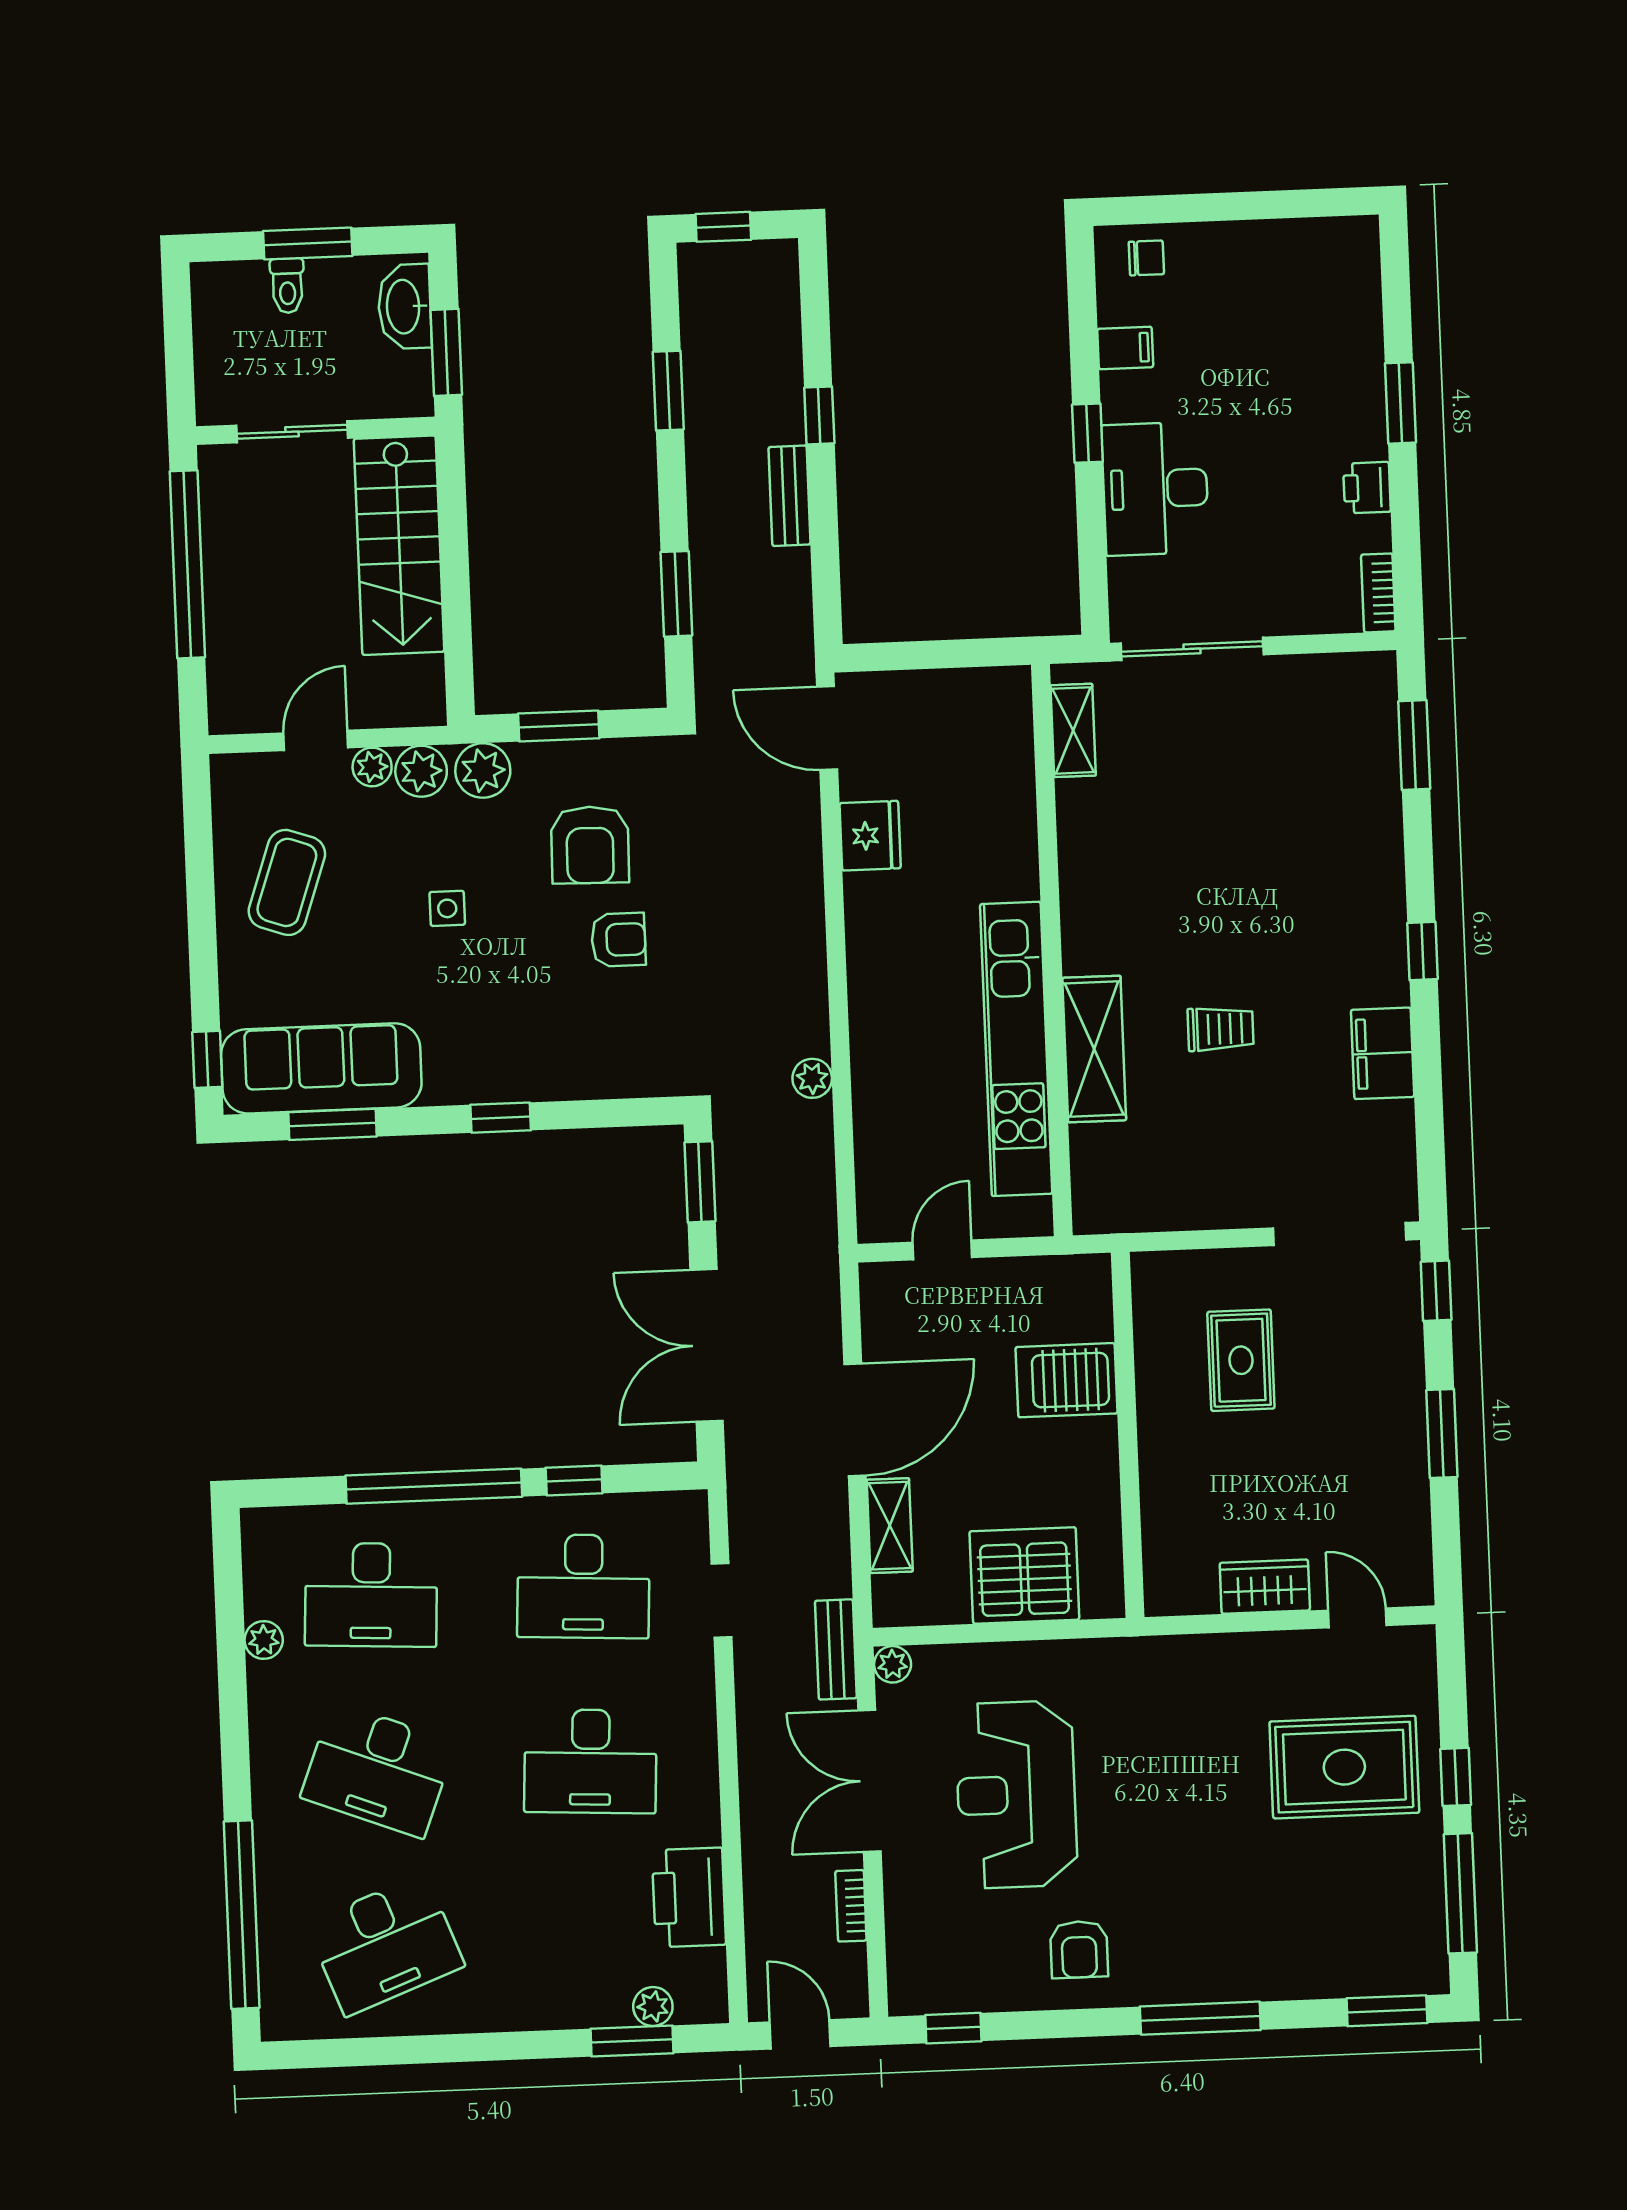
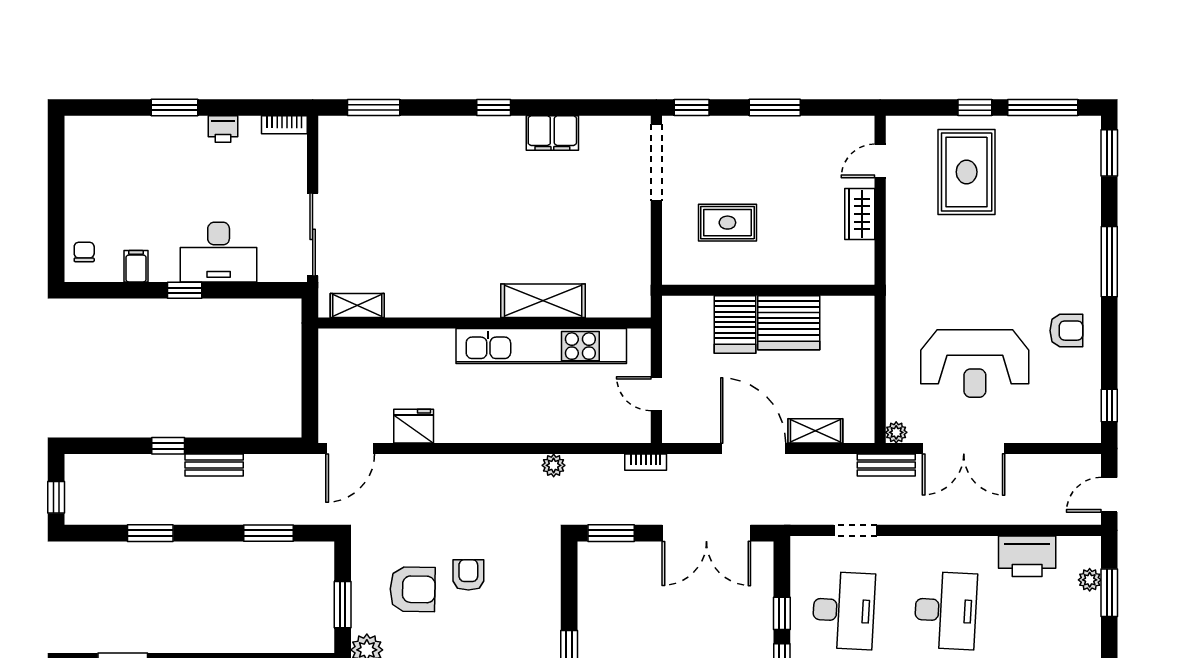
trolley: (1221, 1029) -> (534, 227), removed
server rack: (1024, 1575) -> (789, 323), moved, turned -90
bookcase: (851, 1906) -> (646, 462), moved

